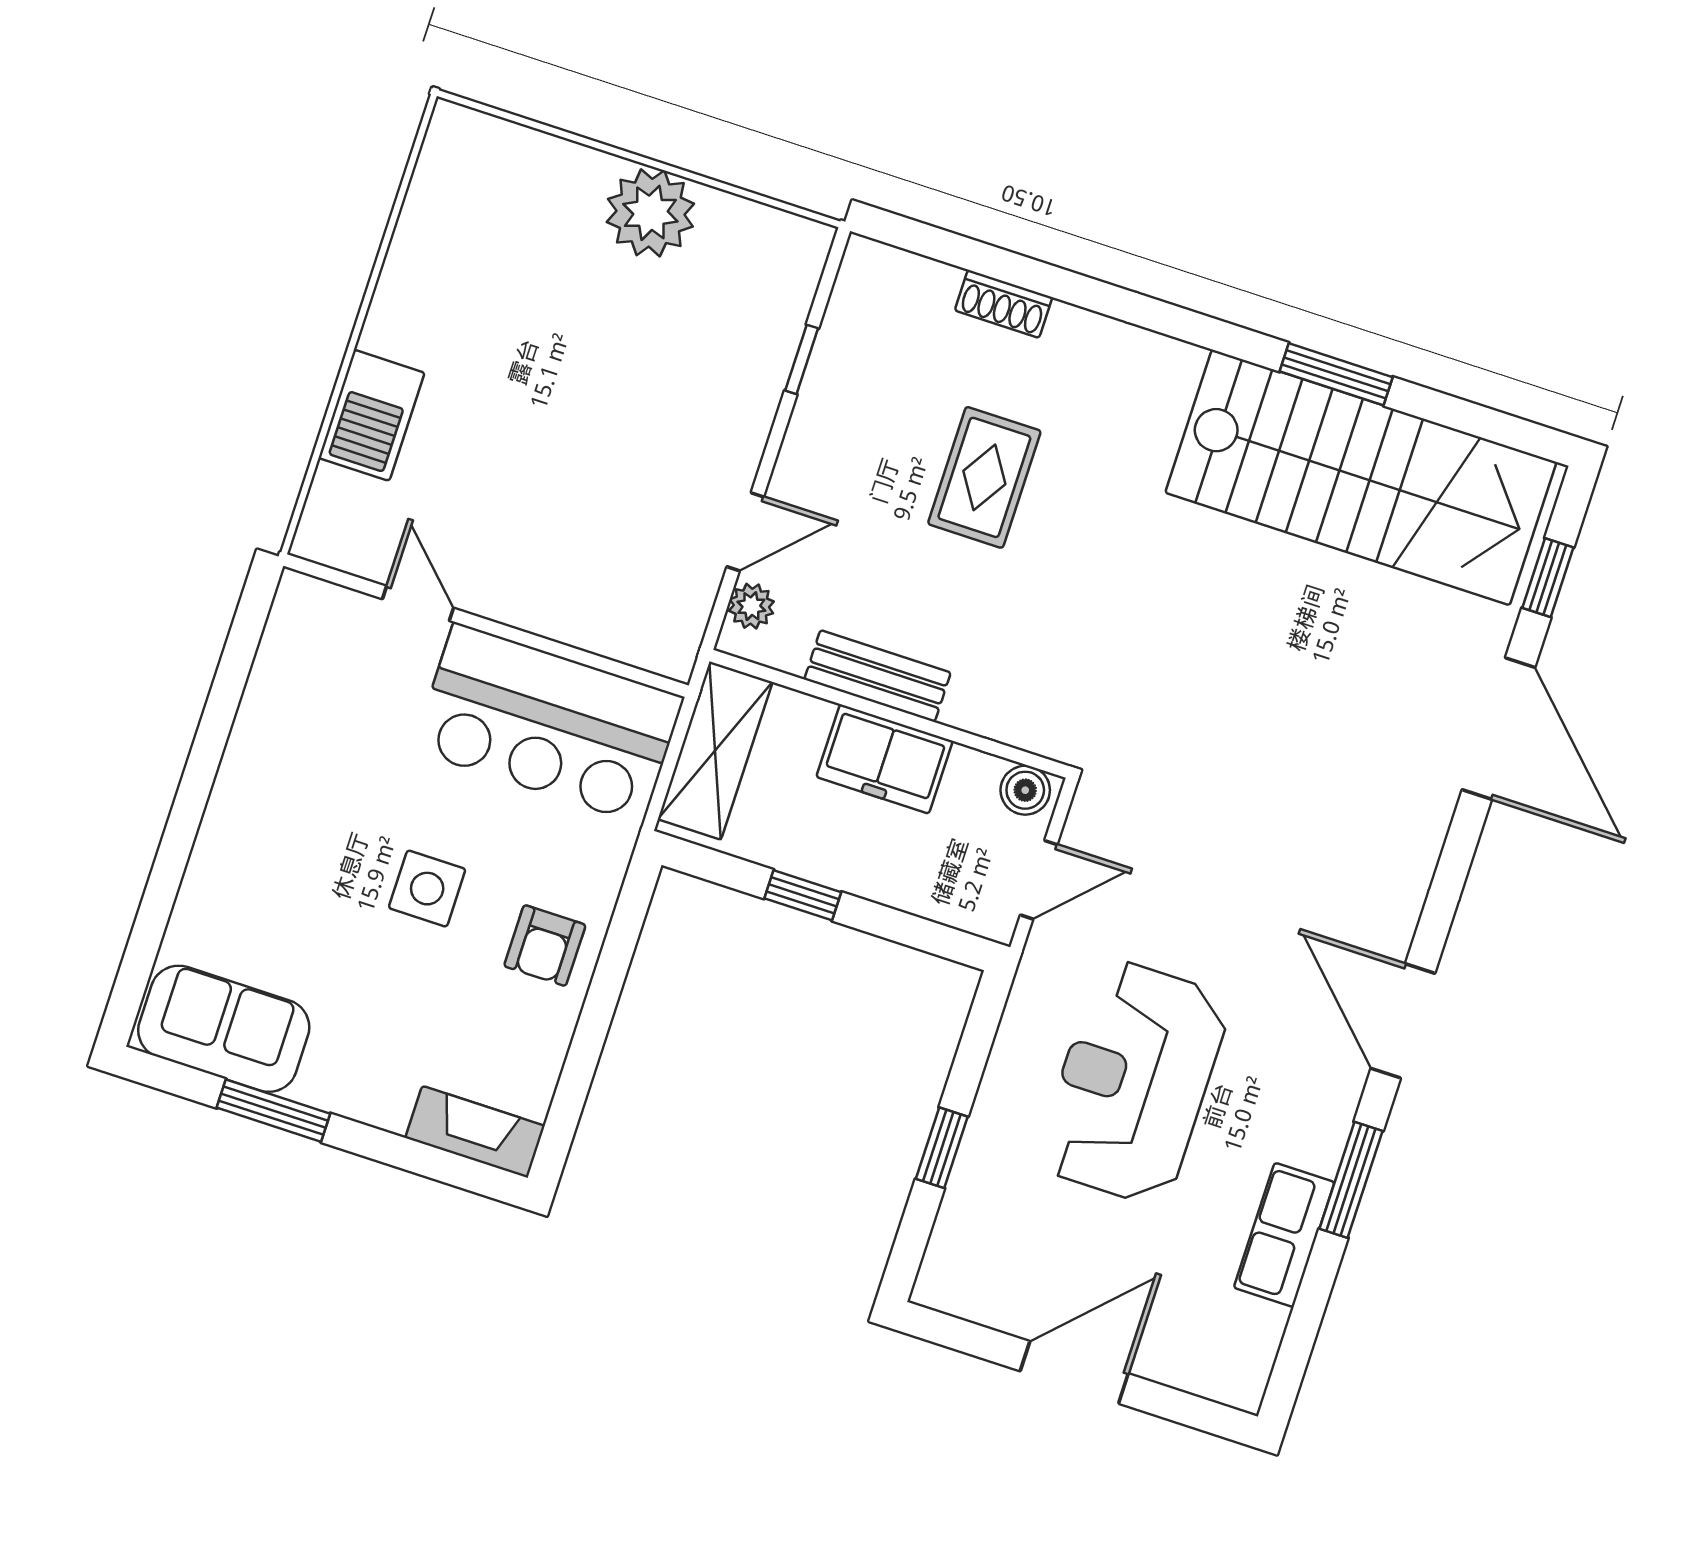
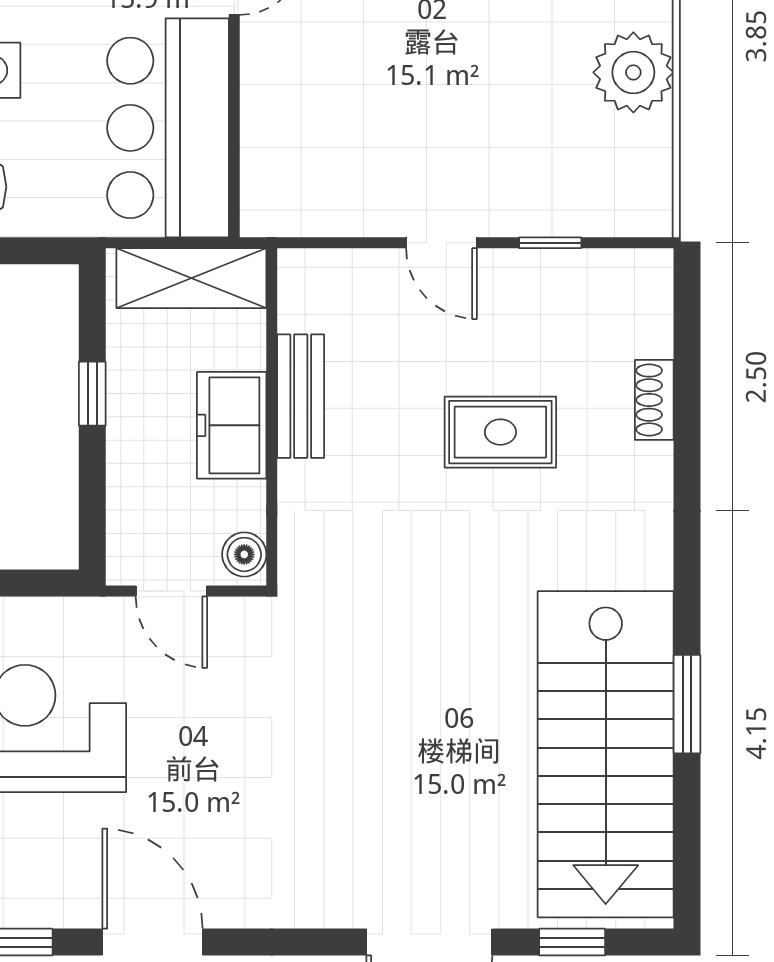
door: (745, 532) -> (442, 243), moved
plant: (751, 606) -> (325, 269), removed
door: (1403, 1021) -> (152, 942), hinge flipped

